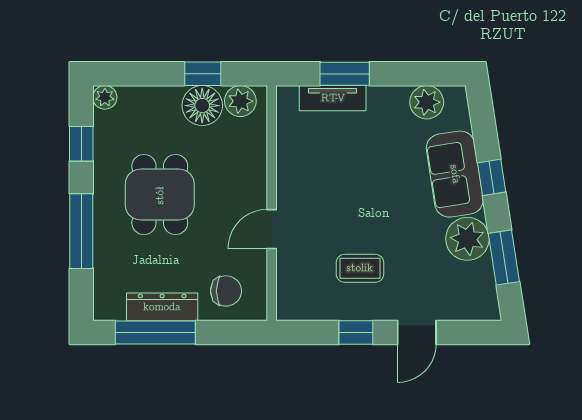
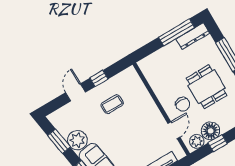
door: (272, 229) -> (174, 130), moved
chair: (226, 291) -> (183, 104), moved, turned -90
dresser: (162, 307) -> (193, 36), moved

